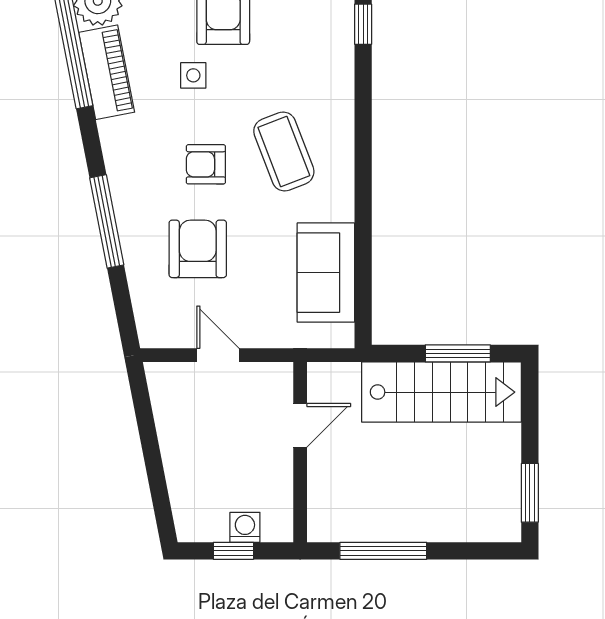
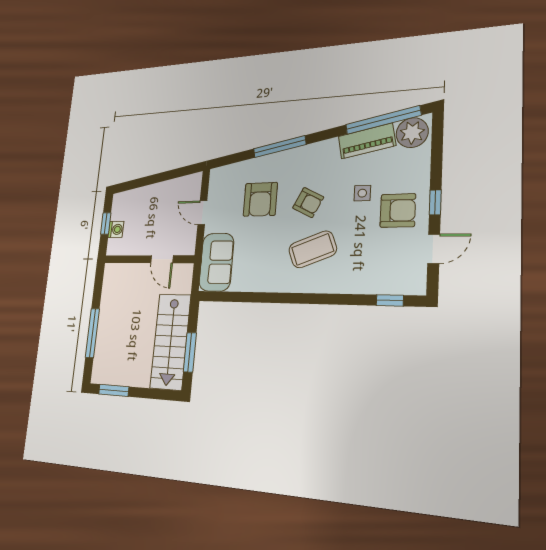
armchair: (206, 164) -> (308, 203), turned 117
armchair: (198, 249) -> (260, 199), turned 90
sofa: (326, 273) -> (216, 262), moved, turned 90
door: (218, 355) -> (202, 213), swing flipped
window: (383, 551) -> (92, 333), moved

